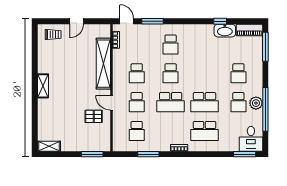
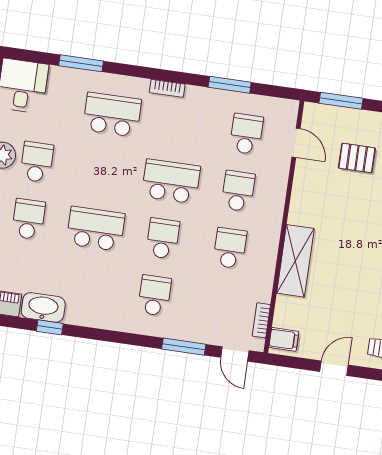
filing cabinet: (103, 32) -> (284, 339), added
shelving: (103, 64) -> (295, 261), width x0.68
school desk: (205, 102) -> (96, 229), moved
door: (111, 103) -> (296, 143), moved
pallet: (94, 116) -> (357, 158), moved
window: (245, 154) -> (81, 63), moved

